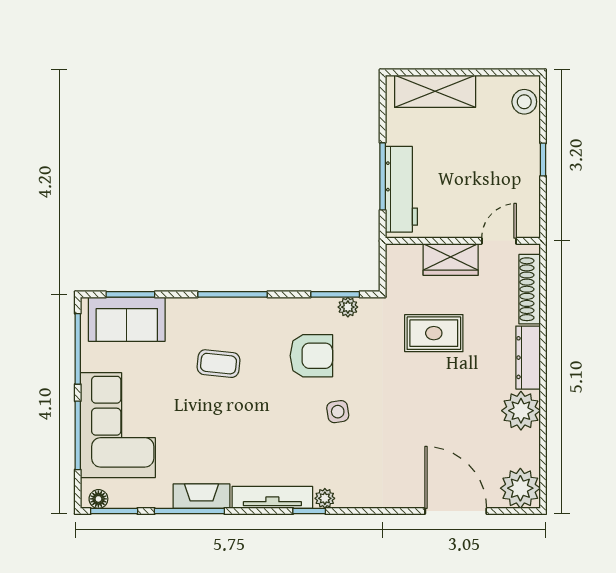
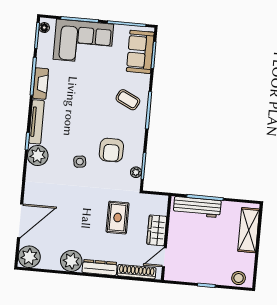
door: (499, 241) -> (164, 257), swing flipped
coffee table: (219, 364) -> (128, 100), moved, turned -70
plant: (325, 498) -> (38, 155), width x1.87, depth x1.87

